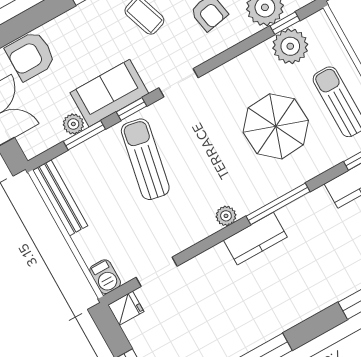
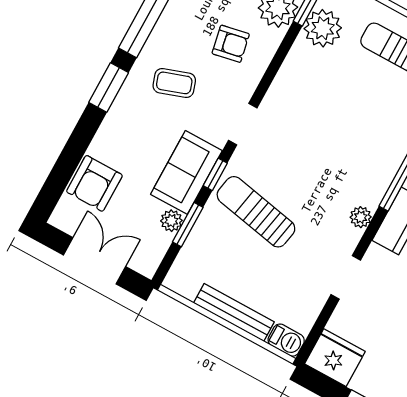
parasol: (276, 126) -> (355, 108), removed
bench: (60, 198) -> (234, 312), moved
doorway: (157, 272) -> (346, 277), moved
fridge: (126, 308) -> (335, 358), width x1.88, depth x1.34

